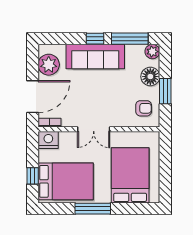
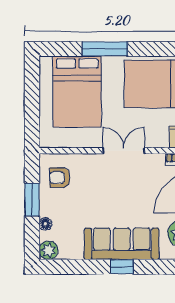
window: (130, 39) -> (78, 267), removed
floor lamp: (150, 77) -> (45, 224), width x0.53, depth x0.53
window: (93, 209) -> (105, 49), moved

